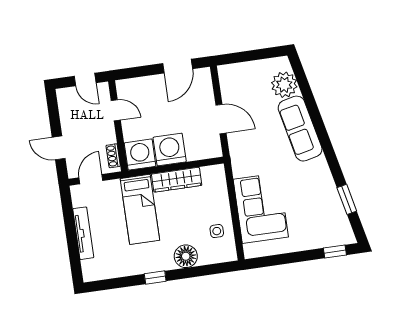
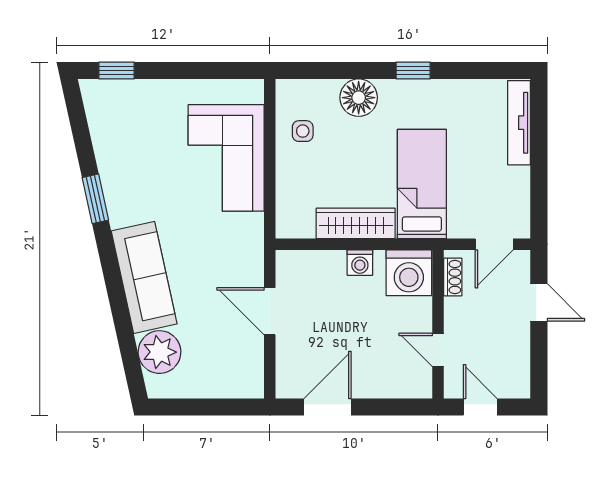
washing machine: (170, 150) -> (360, 263), width x0.53, depth x0.53
window: (347, 199) -> (95, 199), moved
tv unit: (83, 233) -> (519, 123), moved

